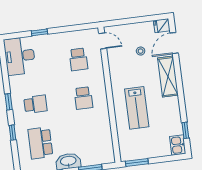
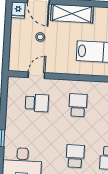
door: (103, 41) -> (36, 75), moved
school desk: (83, 98) -> (78, 105), turned -90

